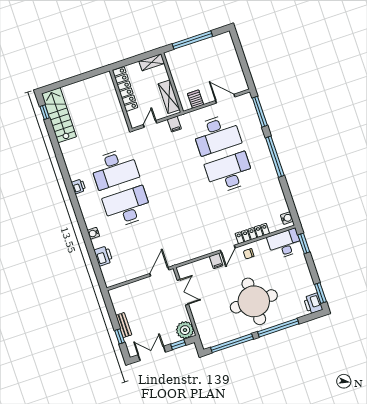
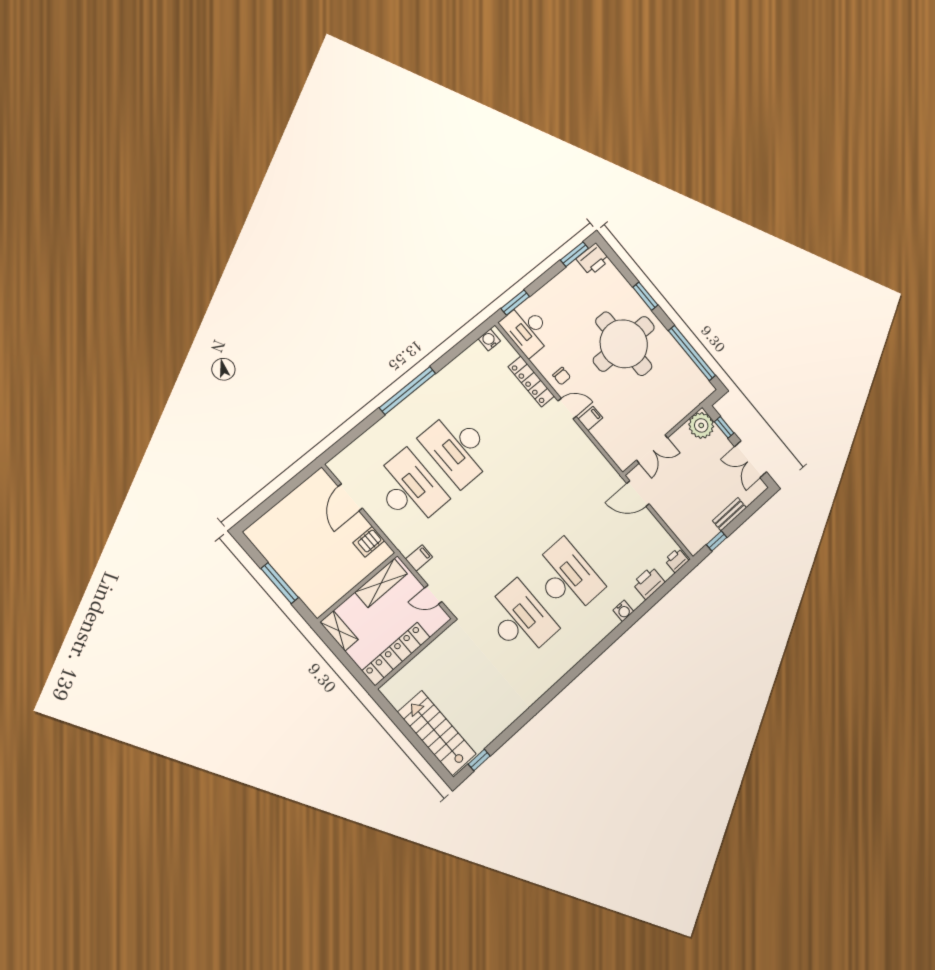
window: (192, 40) -> (280, 583), width x0.68
window: (260, 112) -> (349, 438), removed
stairs: (59, 115) -> (437, 733), moved, turned 90
printer: (78, 186) -> (677, 560), moved
desk: (127, 207) -> (567, 578), turned 180
double door: (183, 292) -> (652, 449), swing flipped
window: (278, 328) -> (645, 296), width x0.47
window: (120, 336) -> (717, 541), moved

